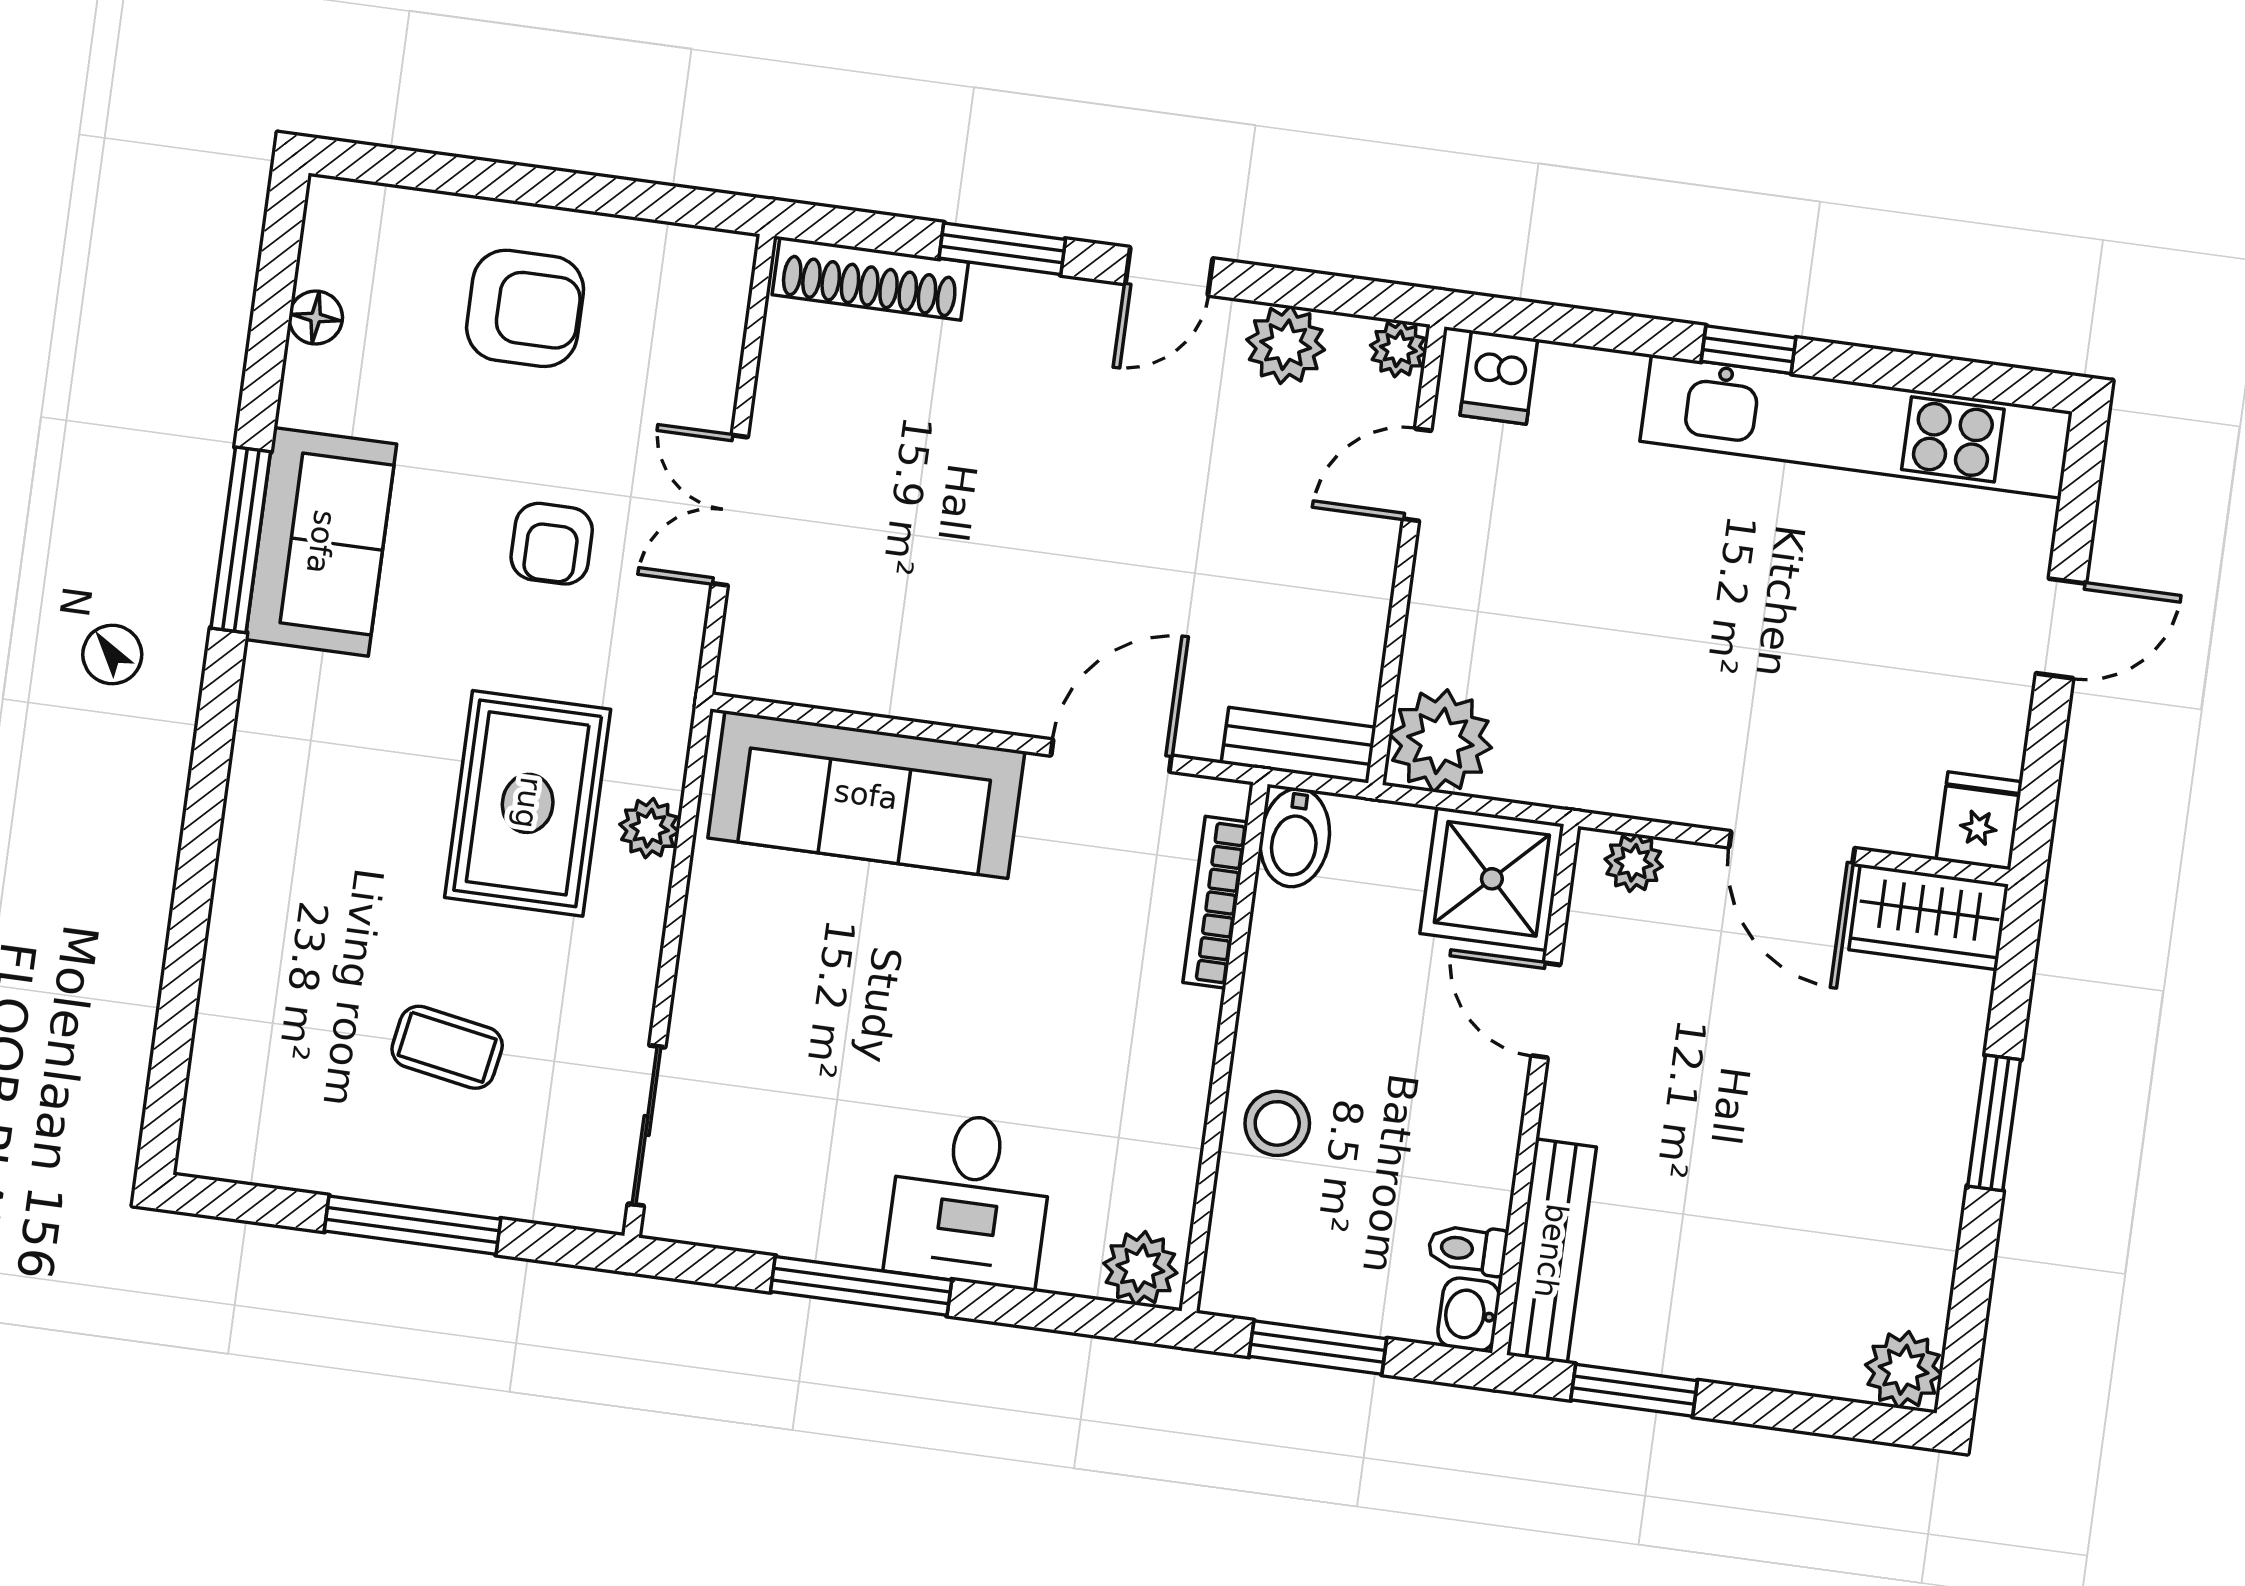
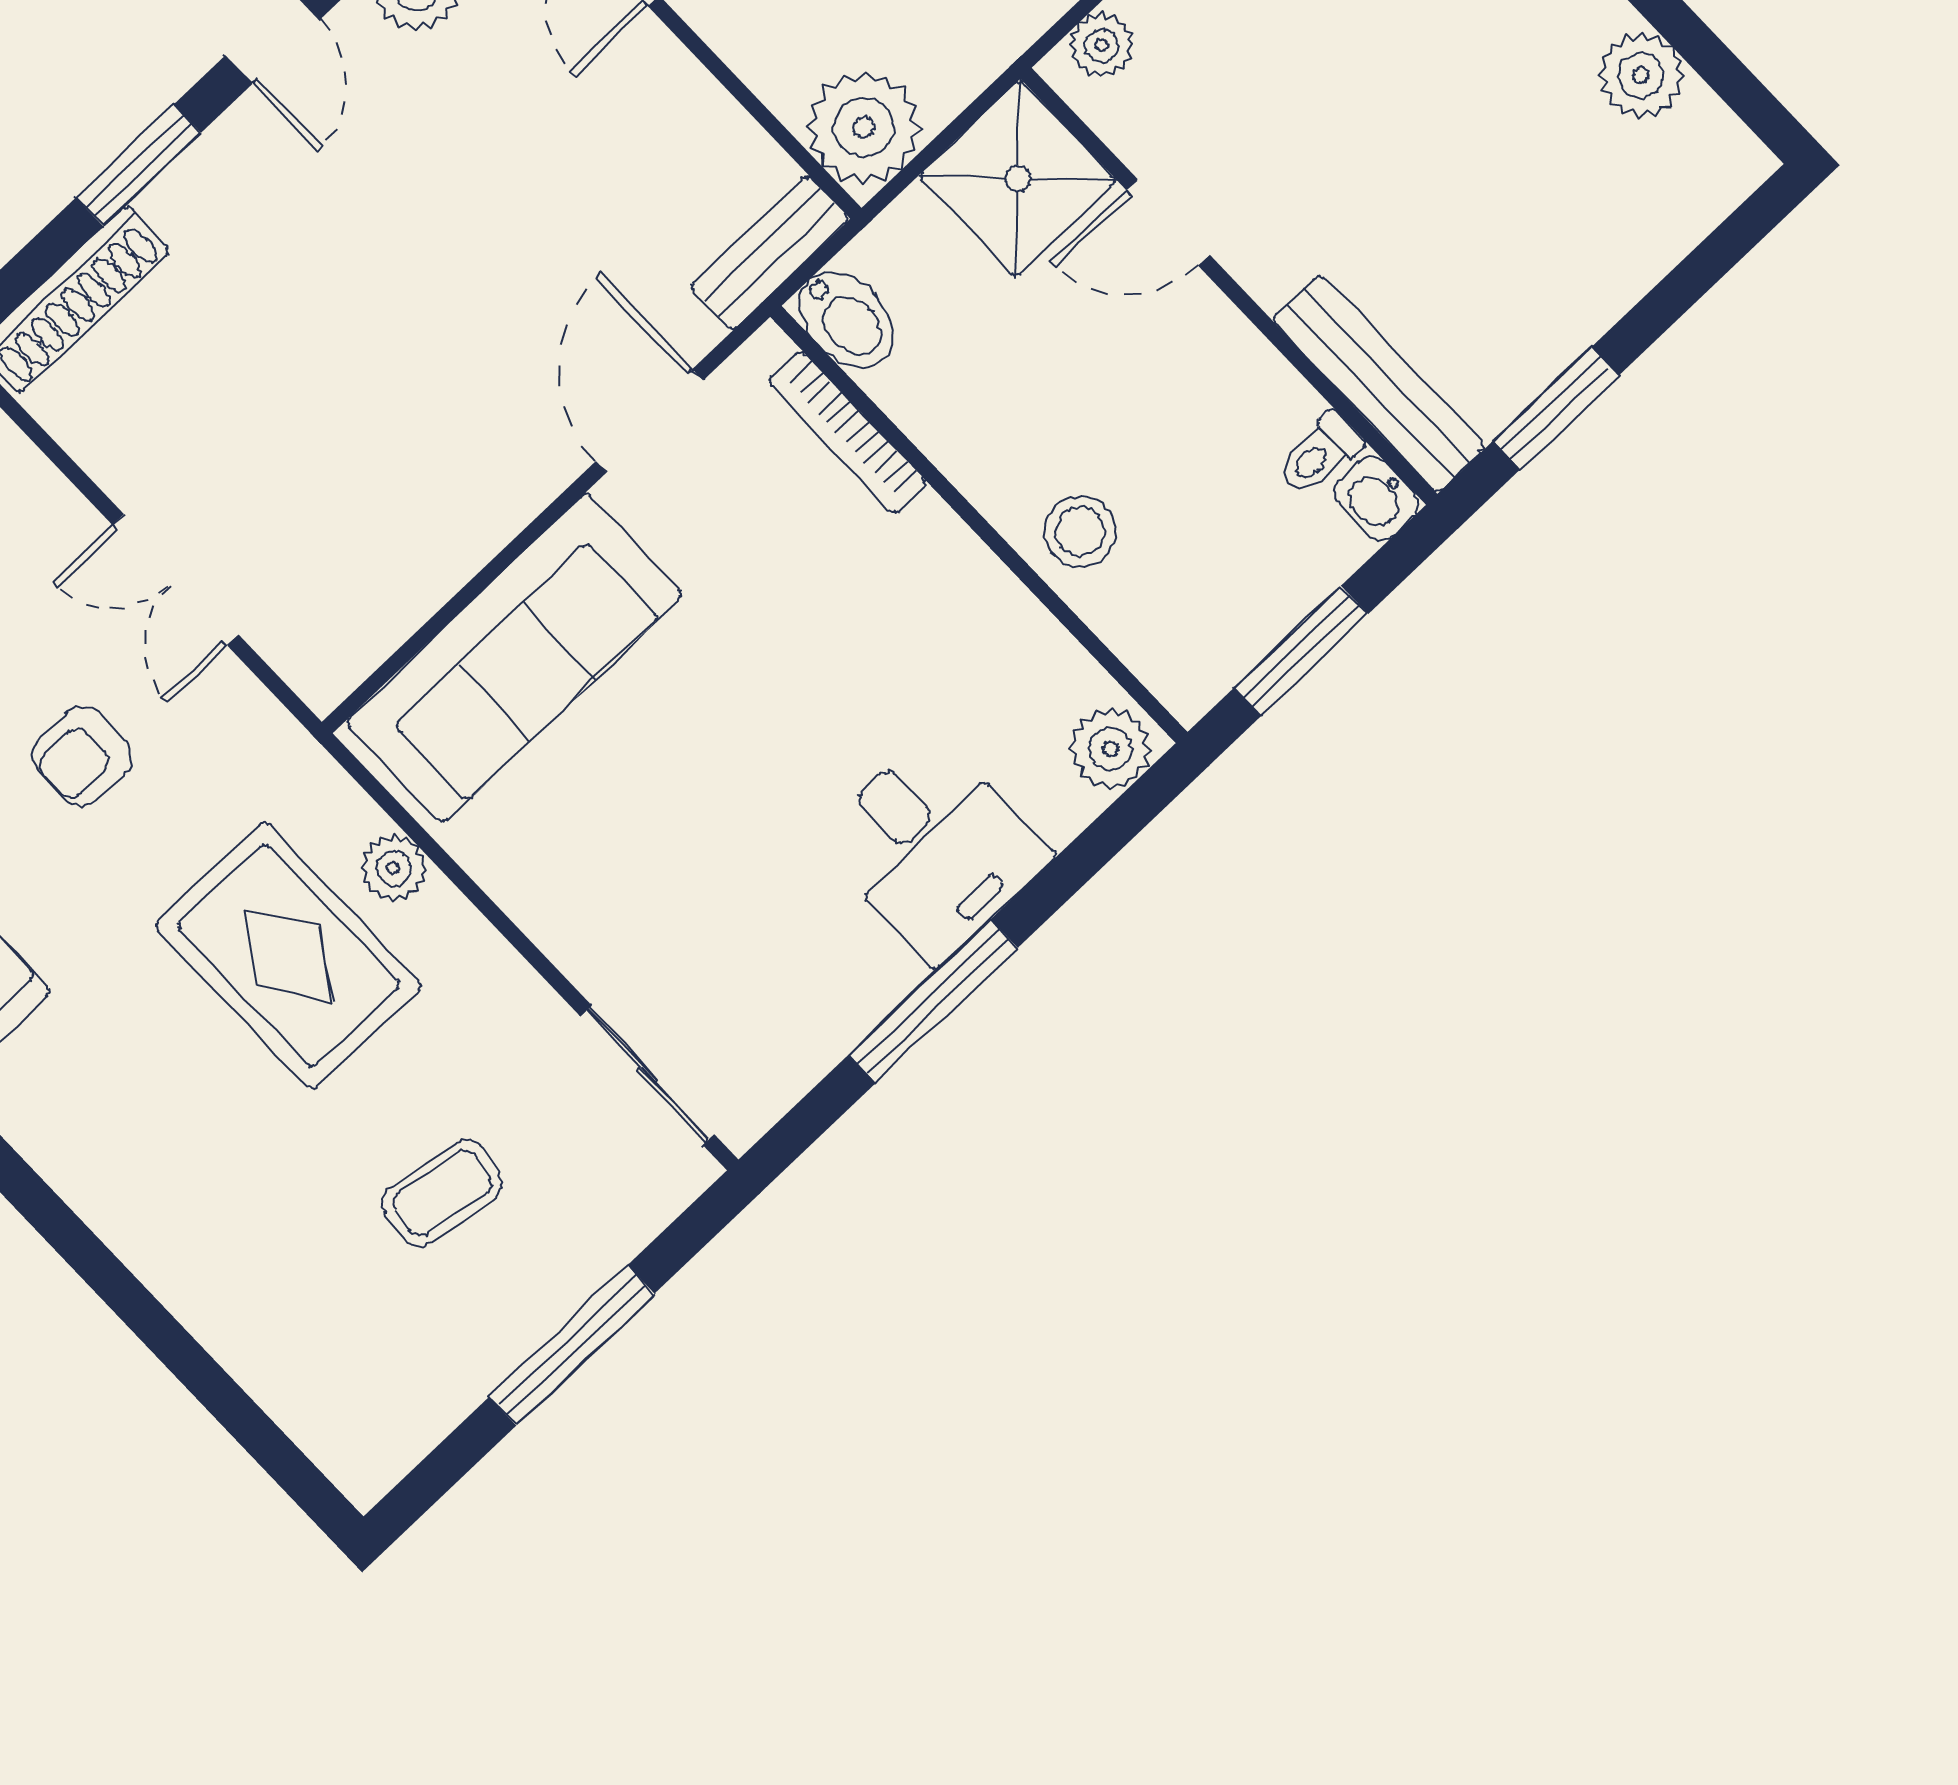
armchair: (552, 544) -> (82, 756), turned 90
plant: (1904, 1370) -> (1641, 76), moved

